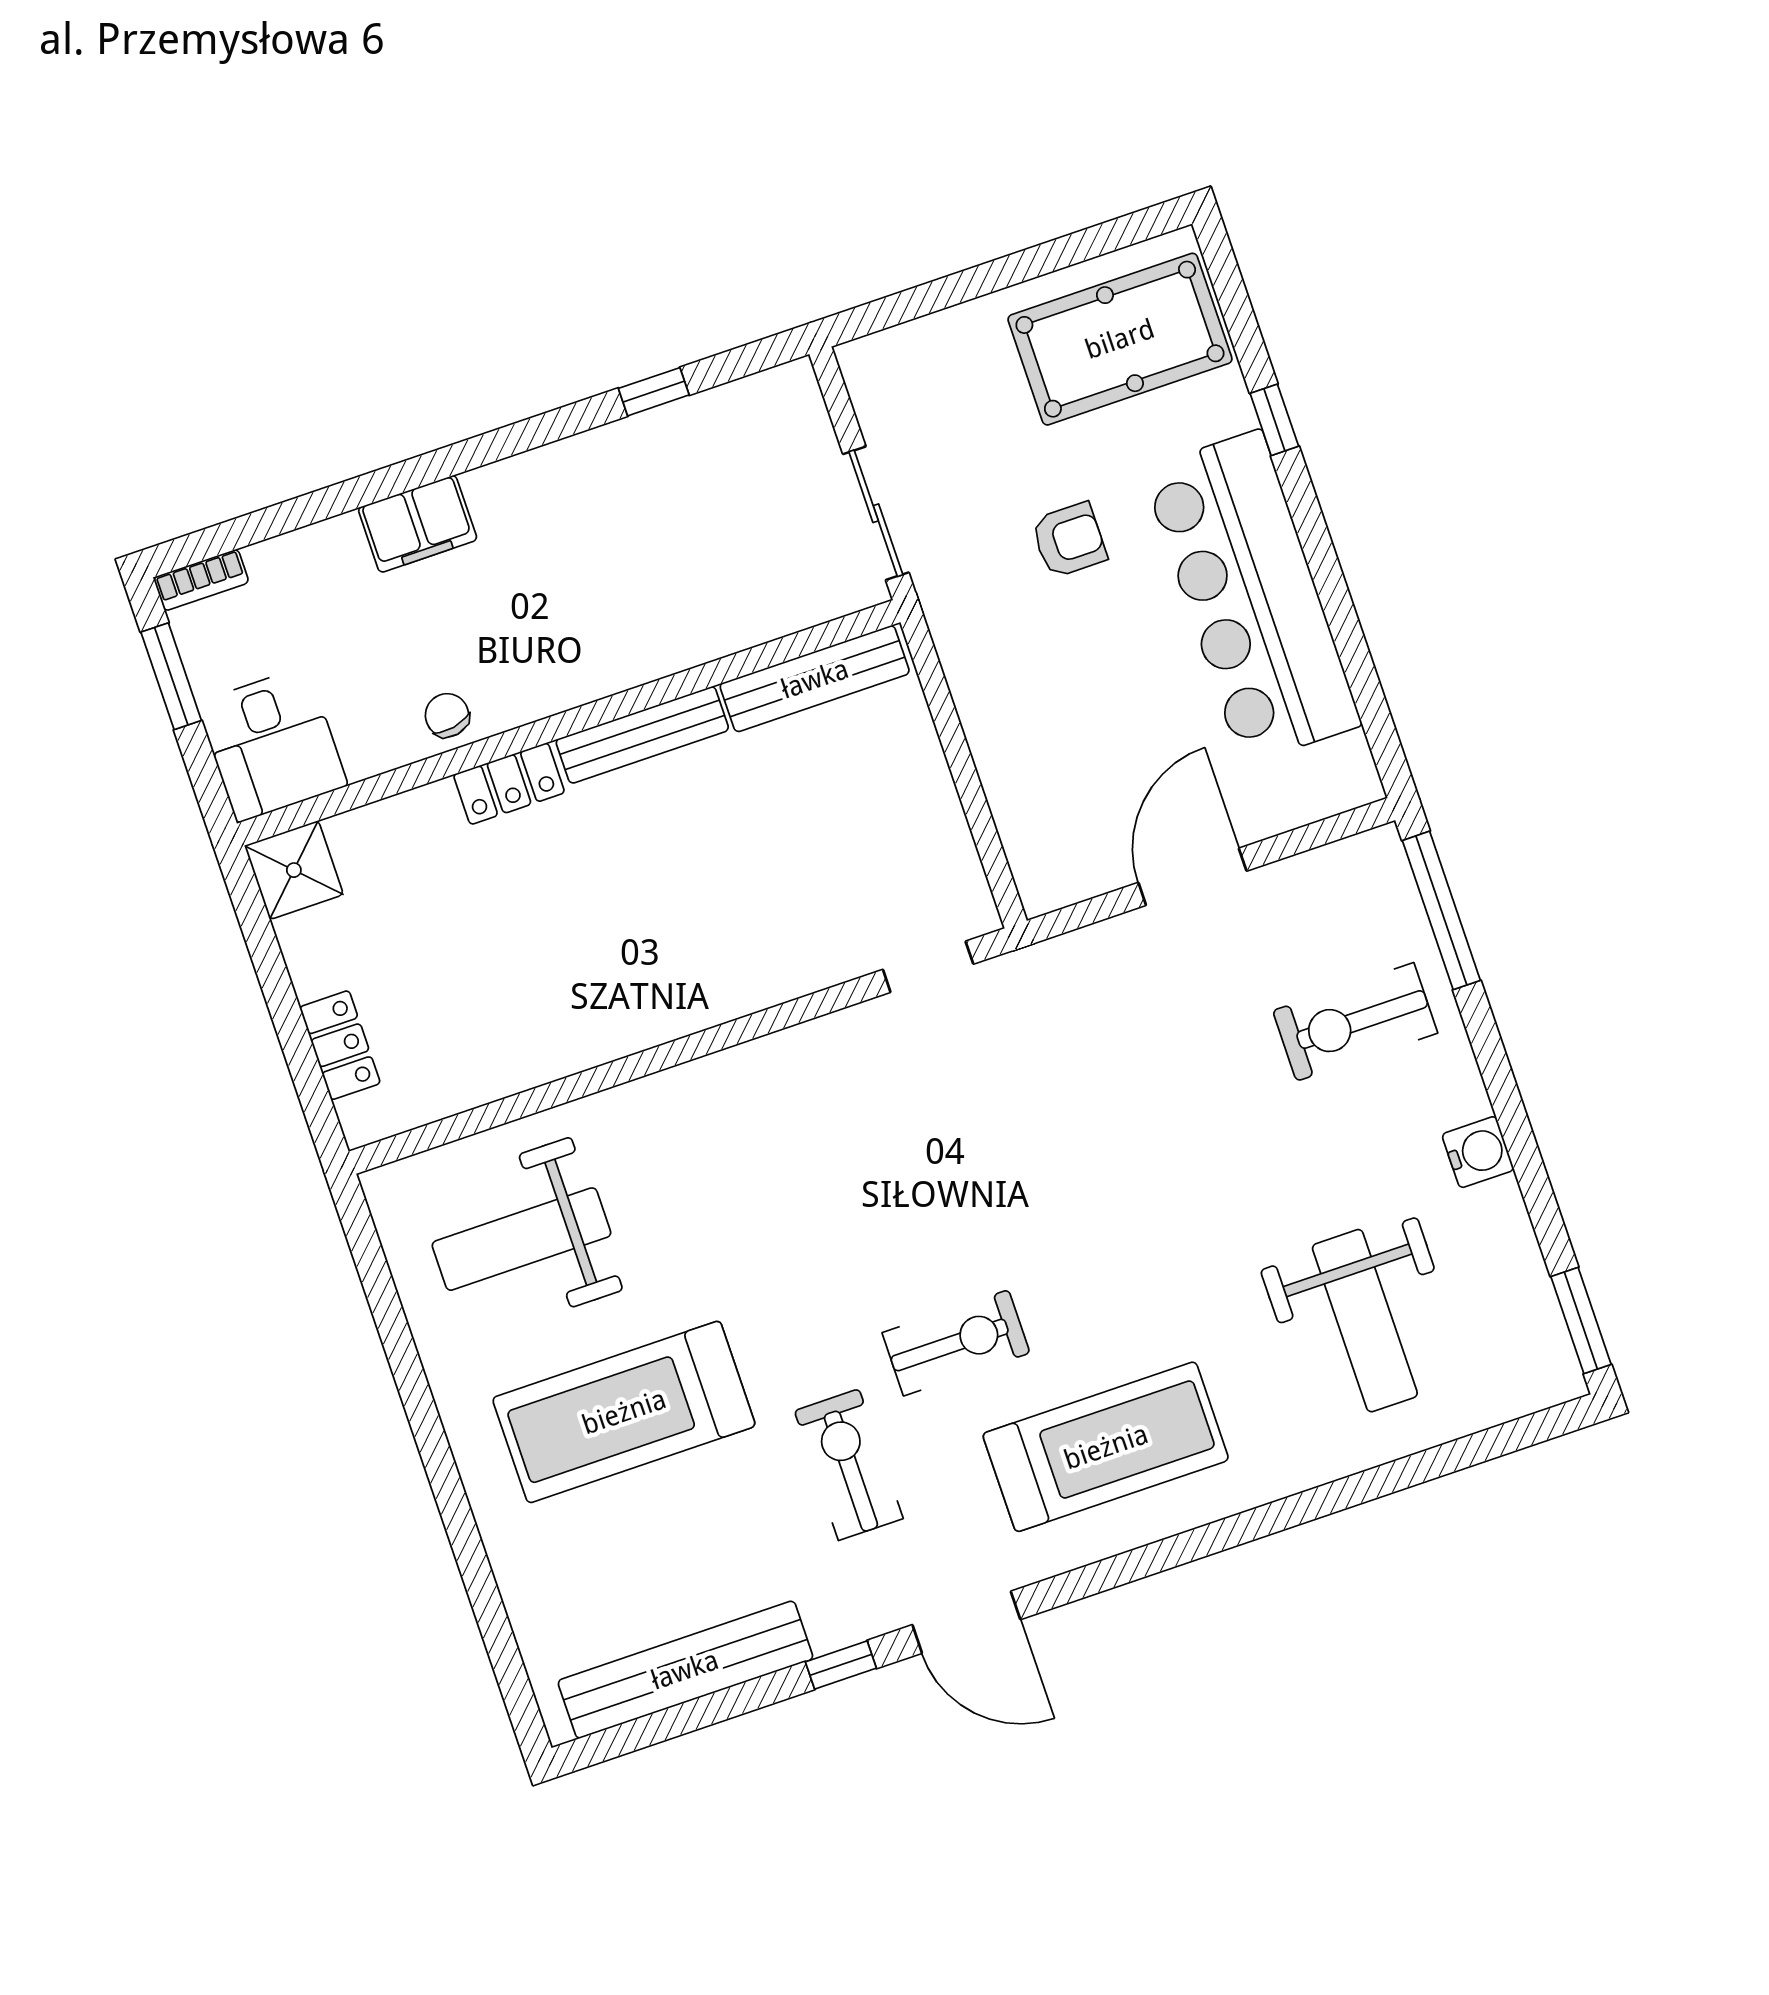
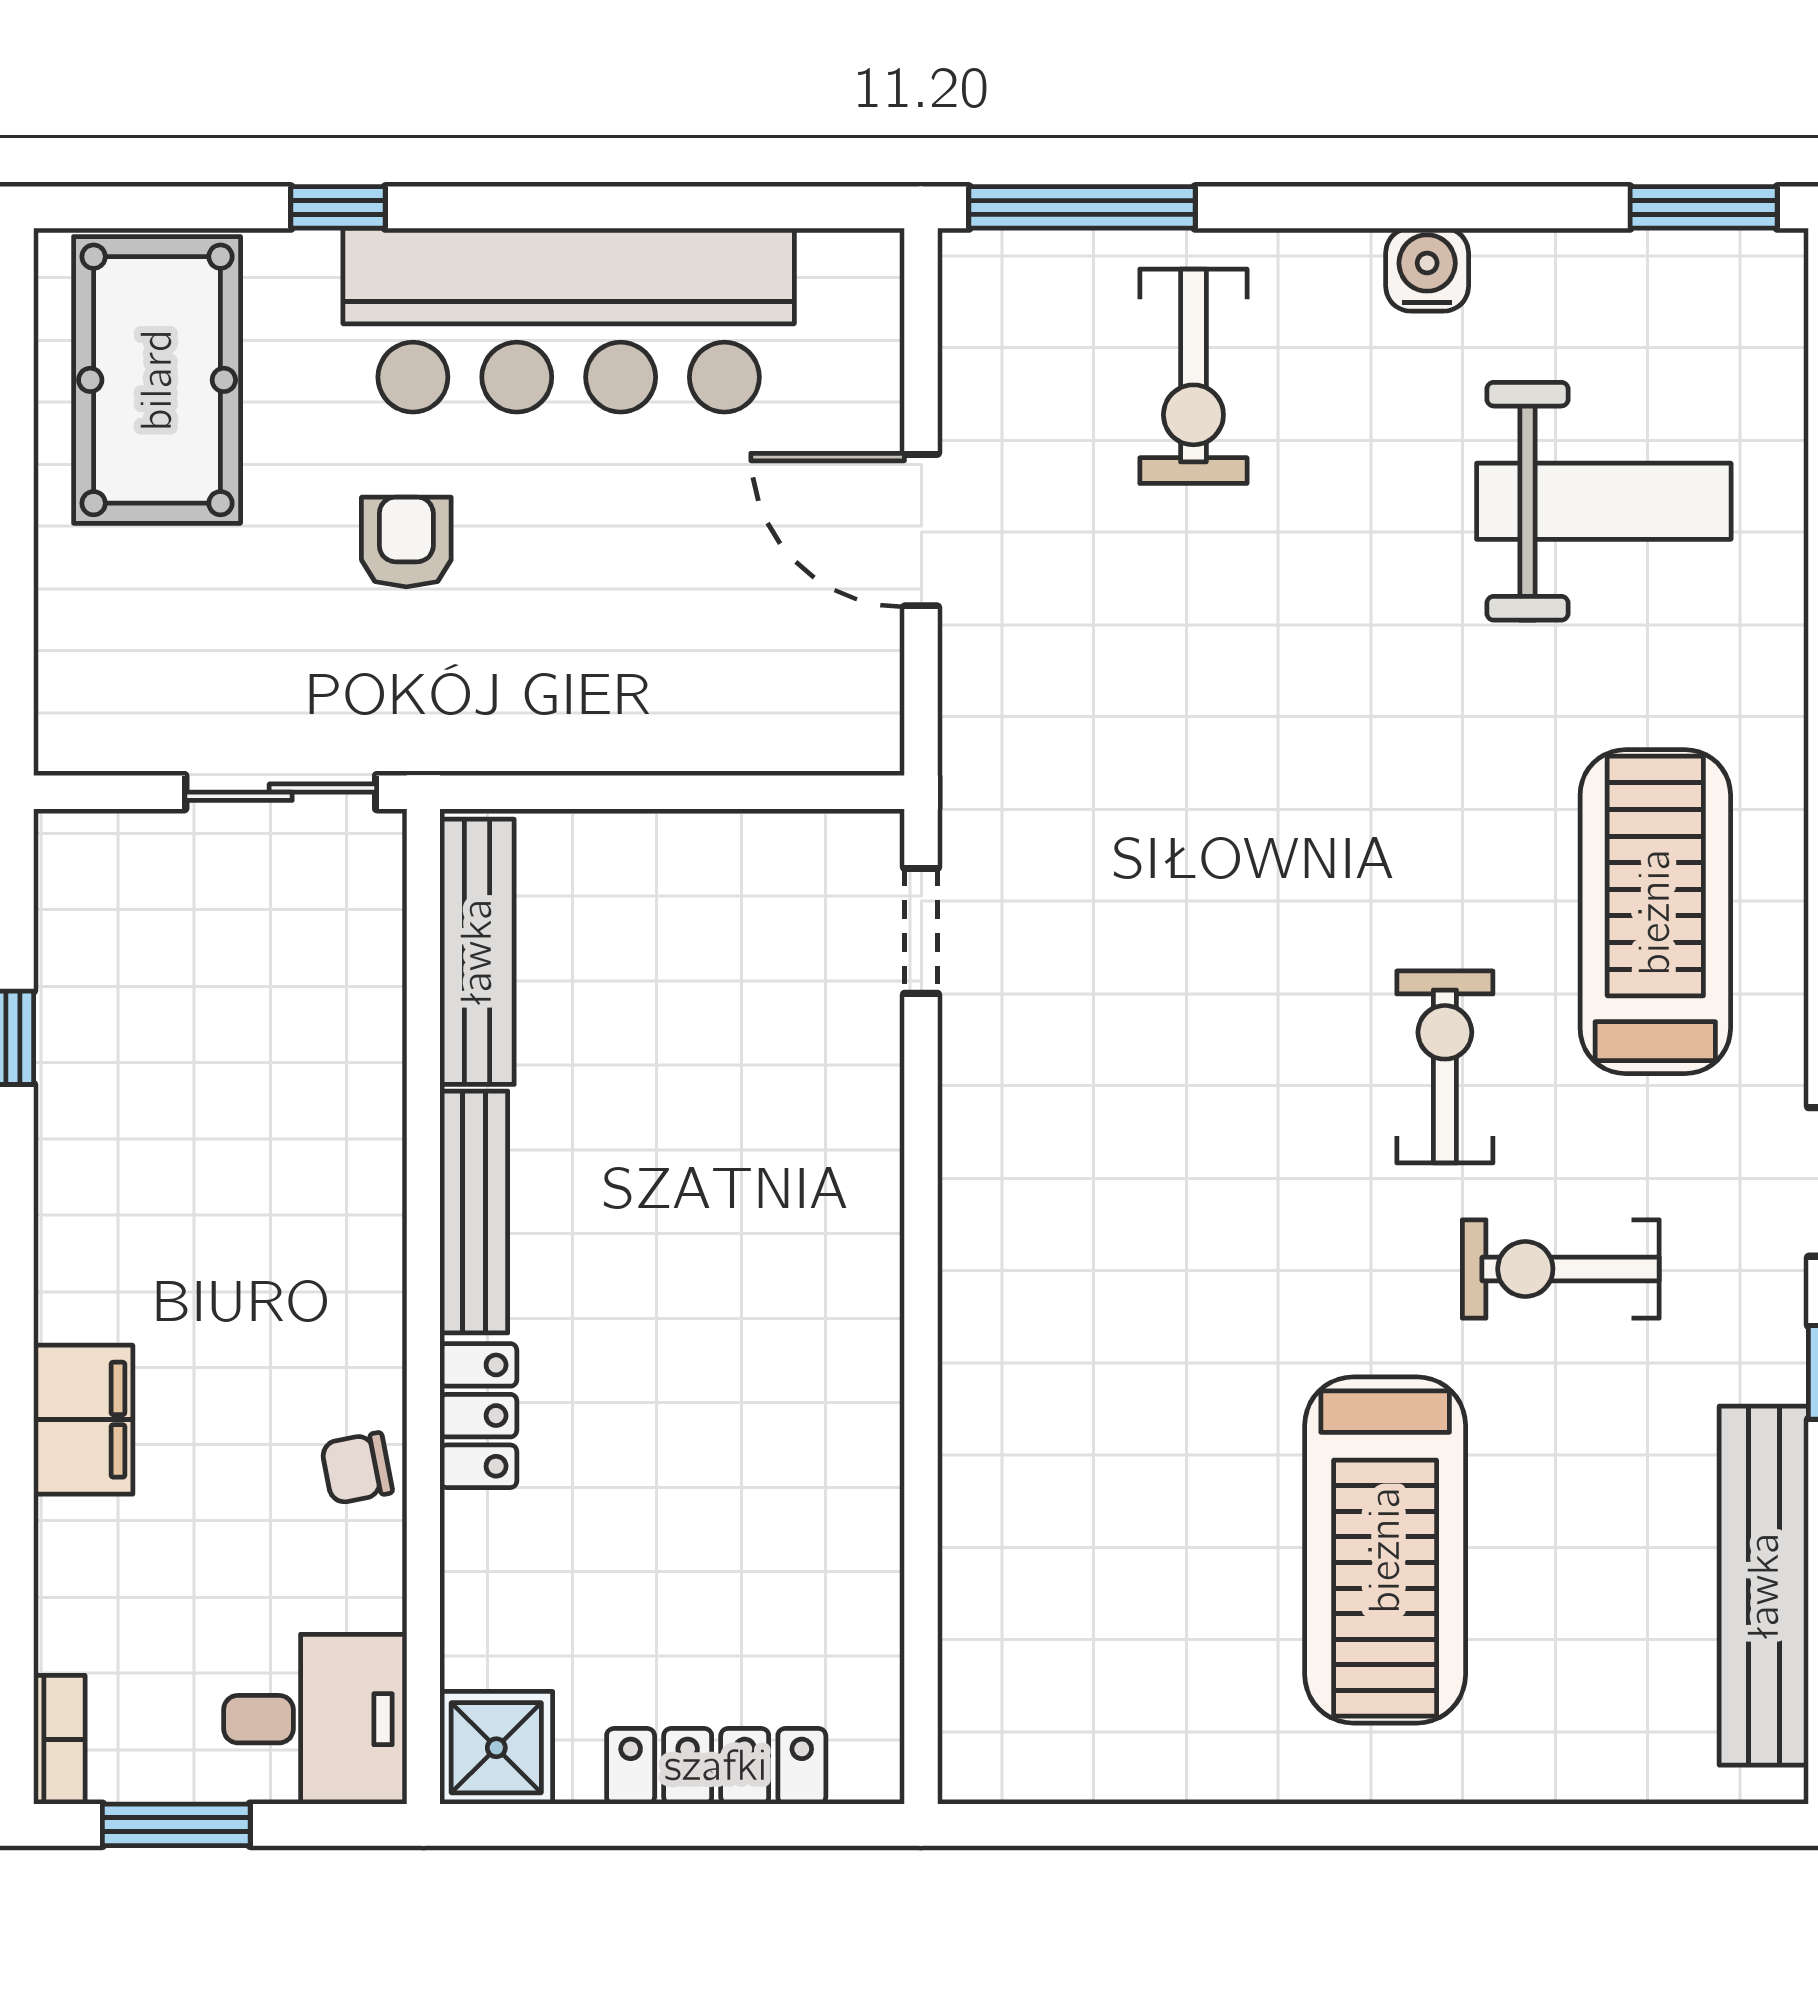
locker: (340, 1045) -> (716, 1766), width x1.53
weight bench: (521, 1239) -> (1103, 1609), removed

